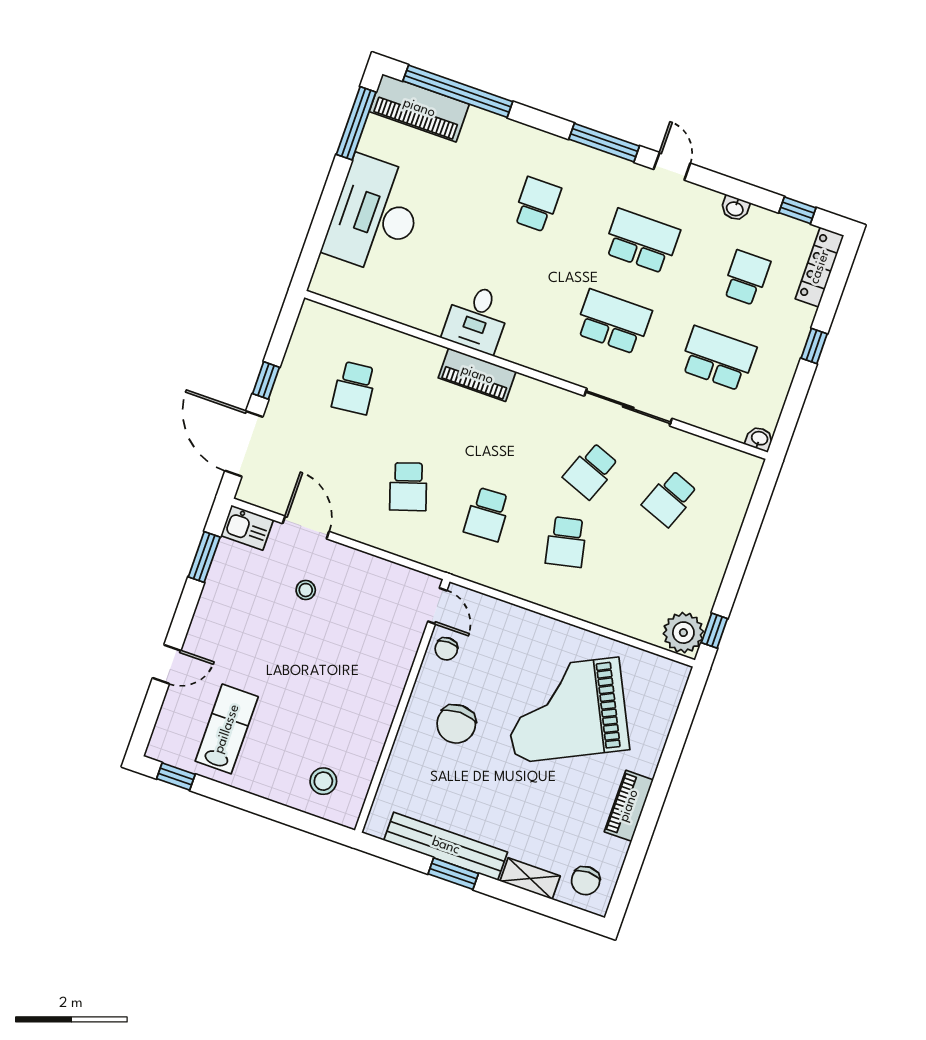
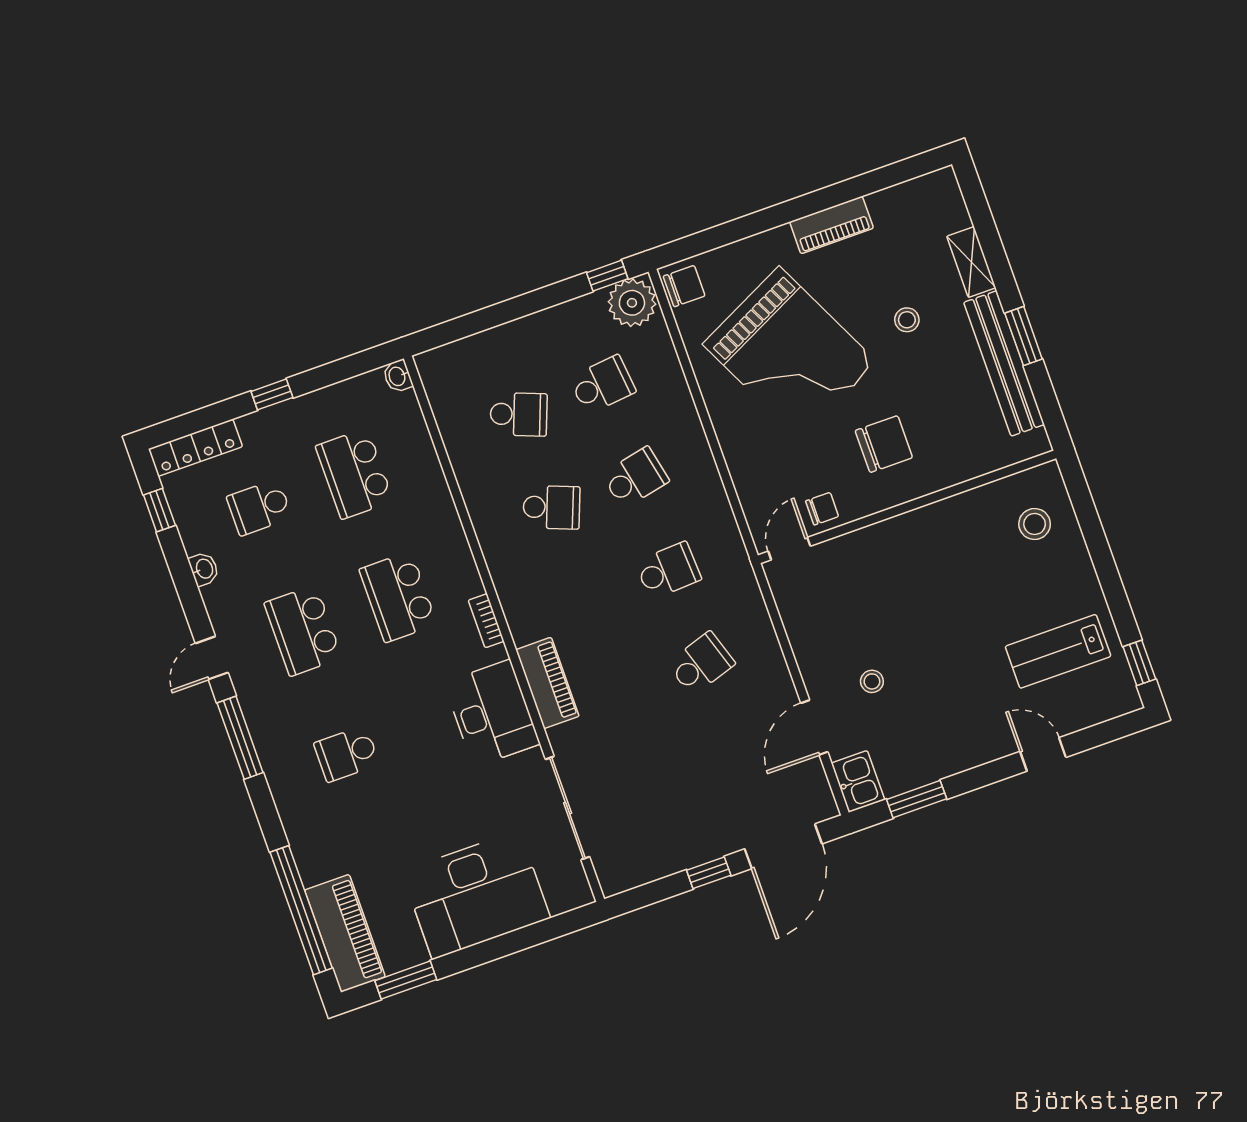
window: (356, 123) -> (406, 980), width x0.69
desk: (477, 319) -> (492, 713), width x1.37
bookcase: (551, 367) -> (486, 621), added
school desk: (354, 388) -> (602, 385), moved
sliding door: (628, 407) -> (568, 808), moved
stool: (526, 805) -> (907, 320), added
chair: (586, 881) -> (684, 286), moved

